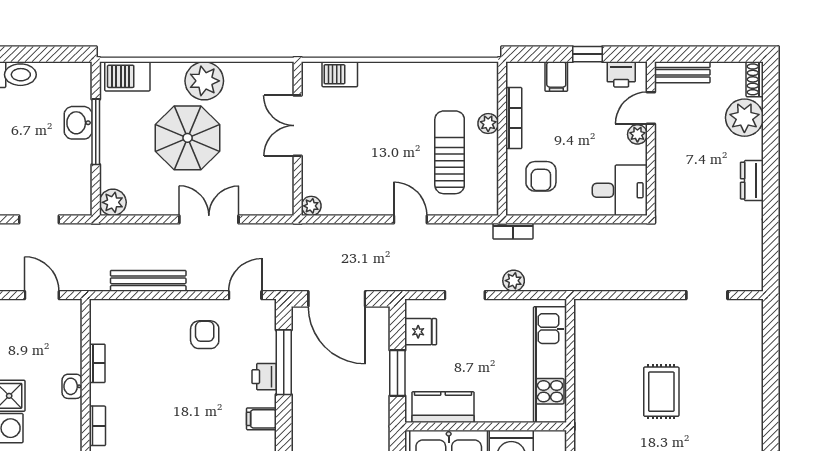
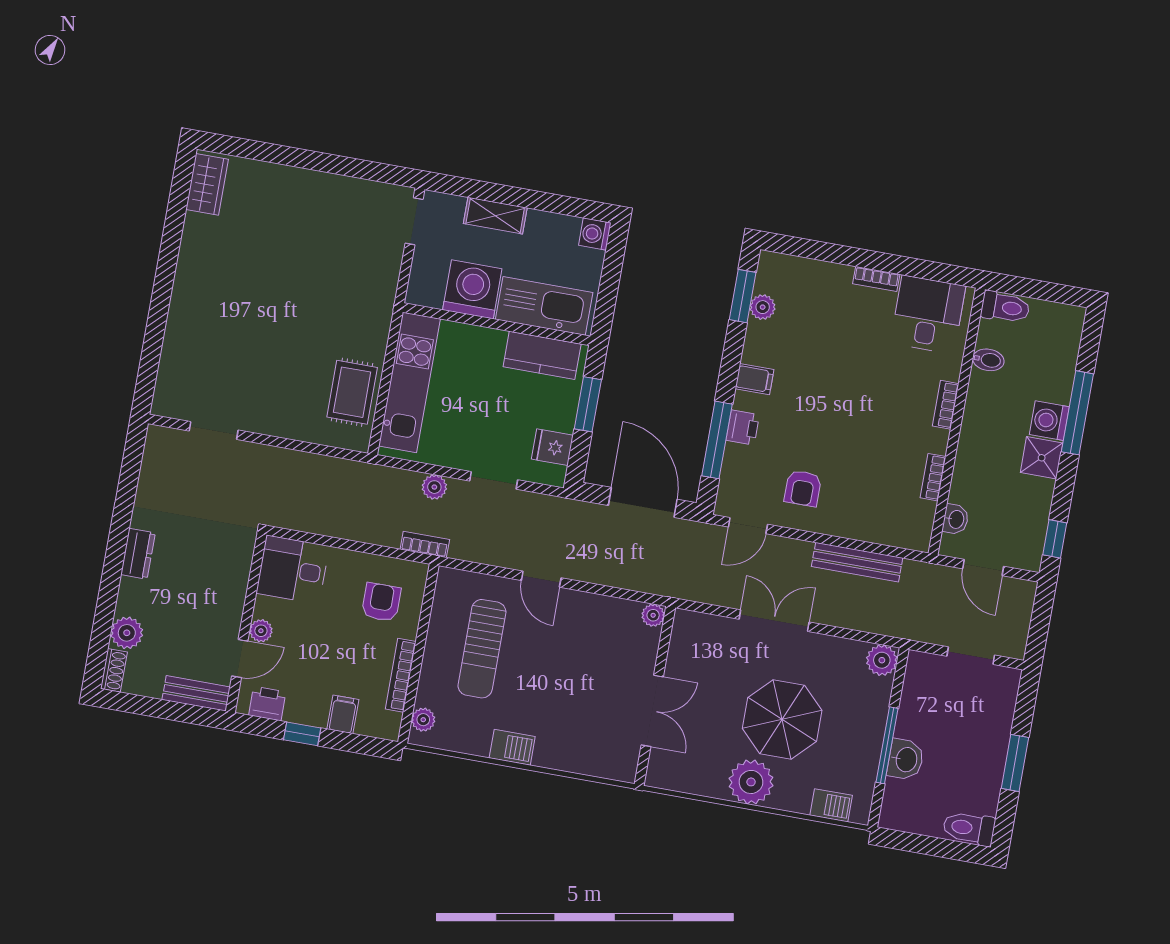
barbecue: (340, 74) -> (512, 747), moved
barbecue: (127, 76) -> (831, 805), width x0.73, depth x0.79
plant: (744, 118) -> (127, 633), width x0.73, depth x0.73
plant: (488, 124) -> (423, 720), moved
double door: (209, 219) -> (774, 621), swing flipped
washbasin: (72, 386) -> (956, 519), moved
rug: (661, 392) -> (352, 392), moved

